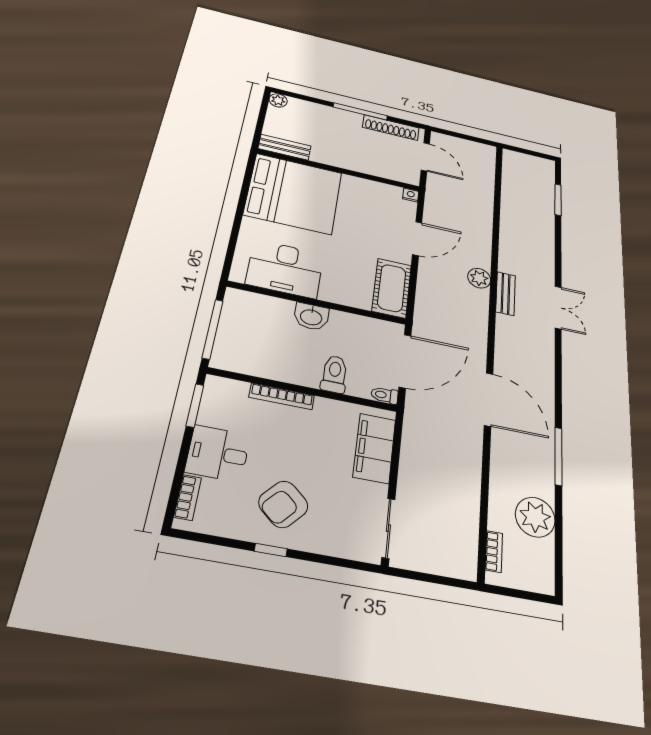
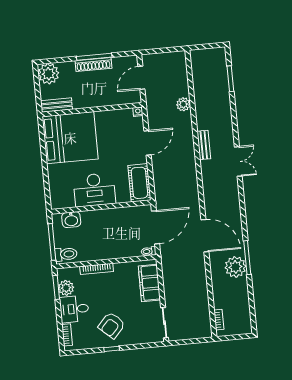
plant: (278, 100) -> (48, 74), width x1.88, depth x1.88
shoe rack: (391, 128) -> (93, 65), moved
door: (425, 157) -> (141, 78), swing flipped
desk: (285, 269) -> (94, 190), moved
plant: (479, 278) -> (183, 104), moved
bench: (506, 294) -> (204, 145), moved
washbasin: (311, 317) -> (71, 220), moved
toilet: (334, 374) -> (66, 254), moved, turned 90
plant: (214, 412) -> (66, 288), added
plant: (535, 517) -> (235, 267), moved

